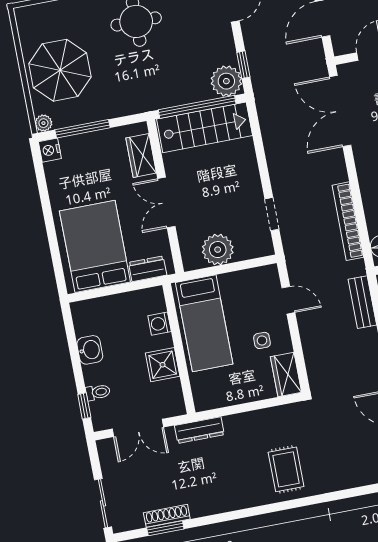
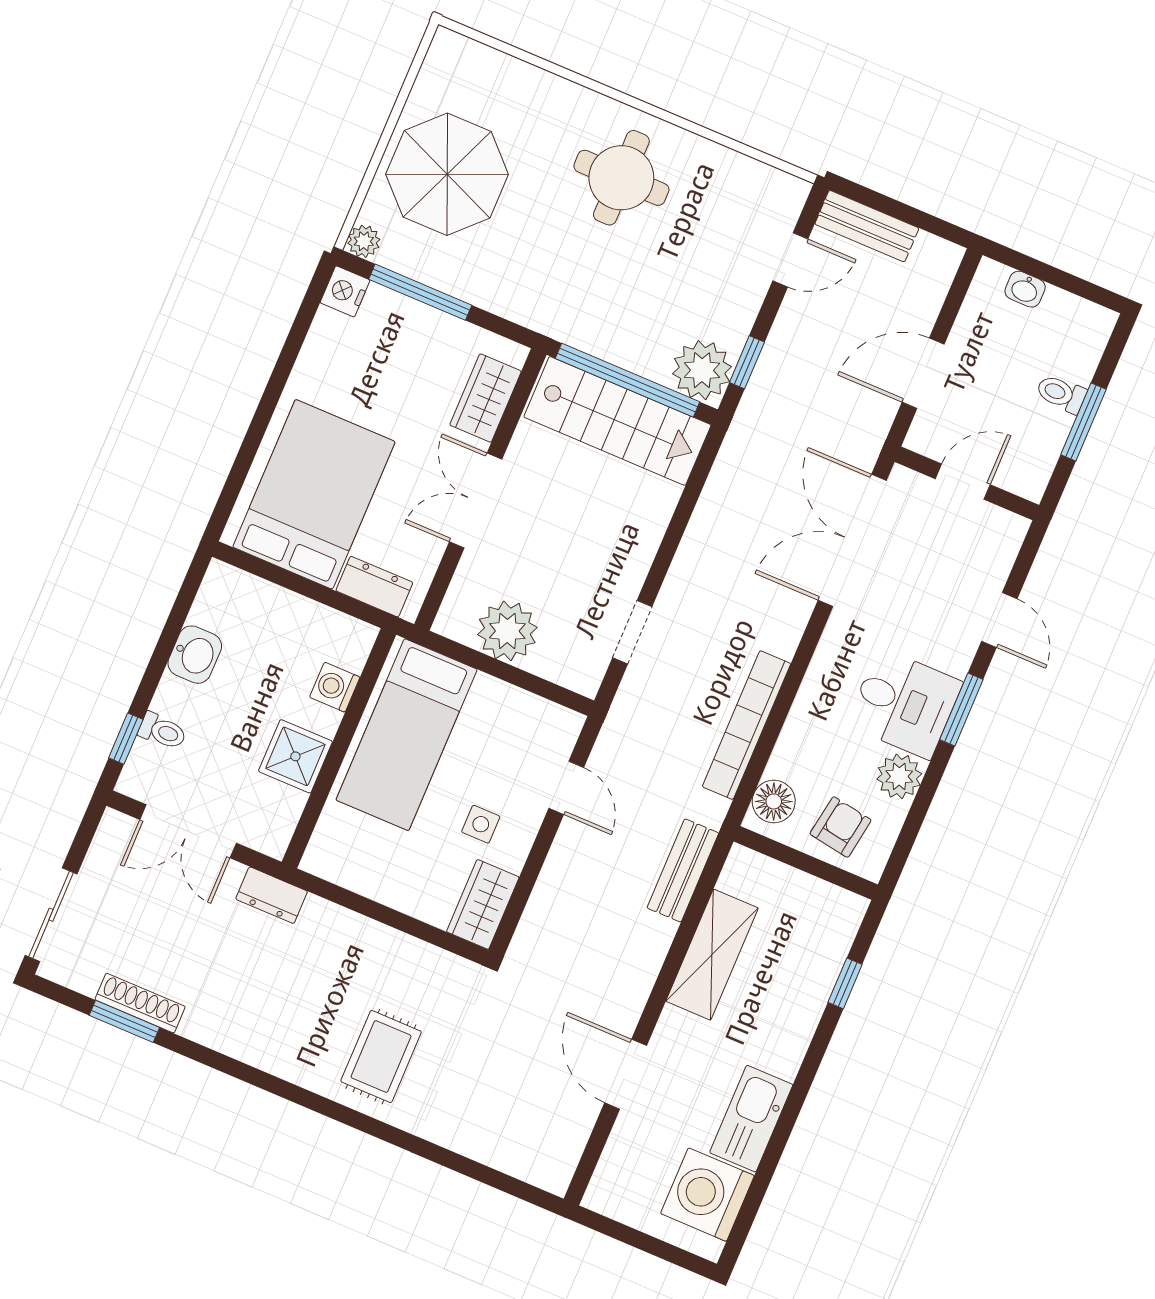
dresser: (199, 430) -> (272, 895), width x0.70

